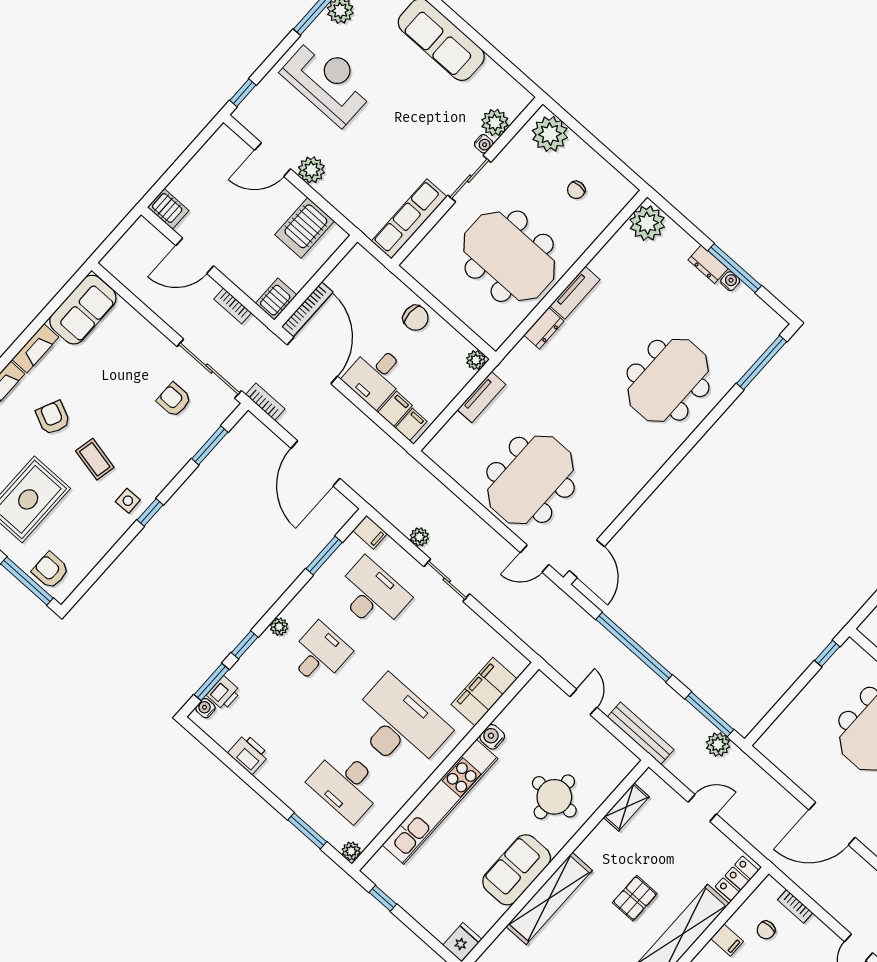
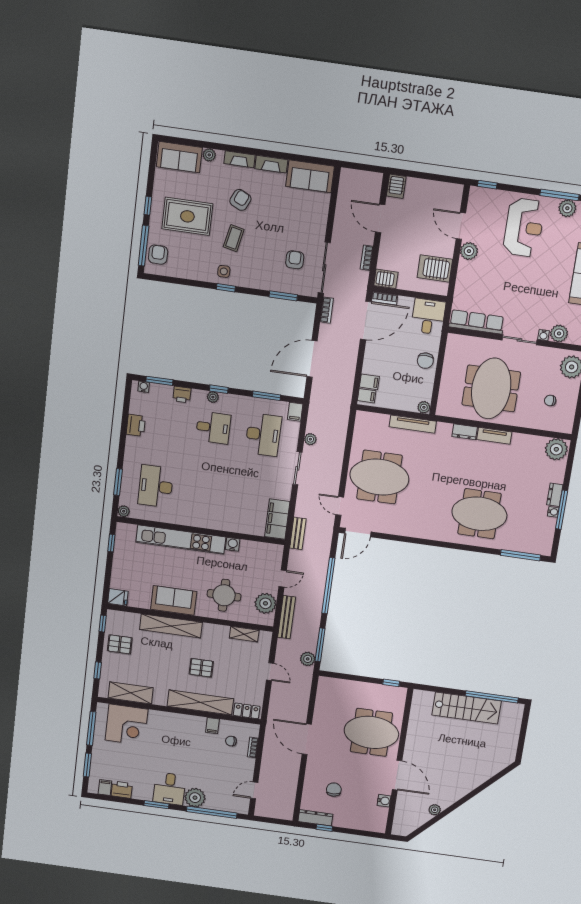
bookcase: (307, 309) -> (385, 298), width x0.64
desk: (375, 376) -> (428, 317), moved, turned 90
tv unit: (482, 397) -> (413, 424), width x1.41
bench: (535, 639) -> (298, 533), added
window: (245, 645) -> (219, 389), moved
filing cabinet: (484, 692) -> (277, 519), moved, turned -90
printer: (224, 693) -> (182, 395), moved
desk: (399, 725) -> (205, 493), removed
plant: (602, 749) -> (265, 603), added

